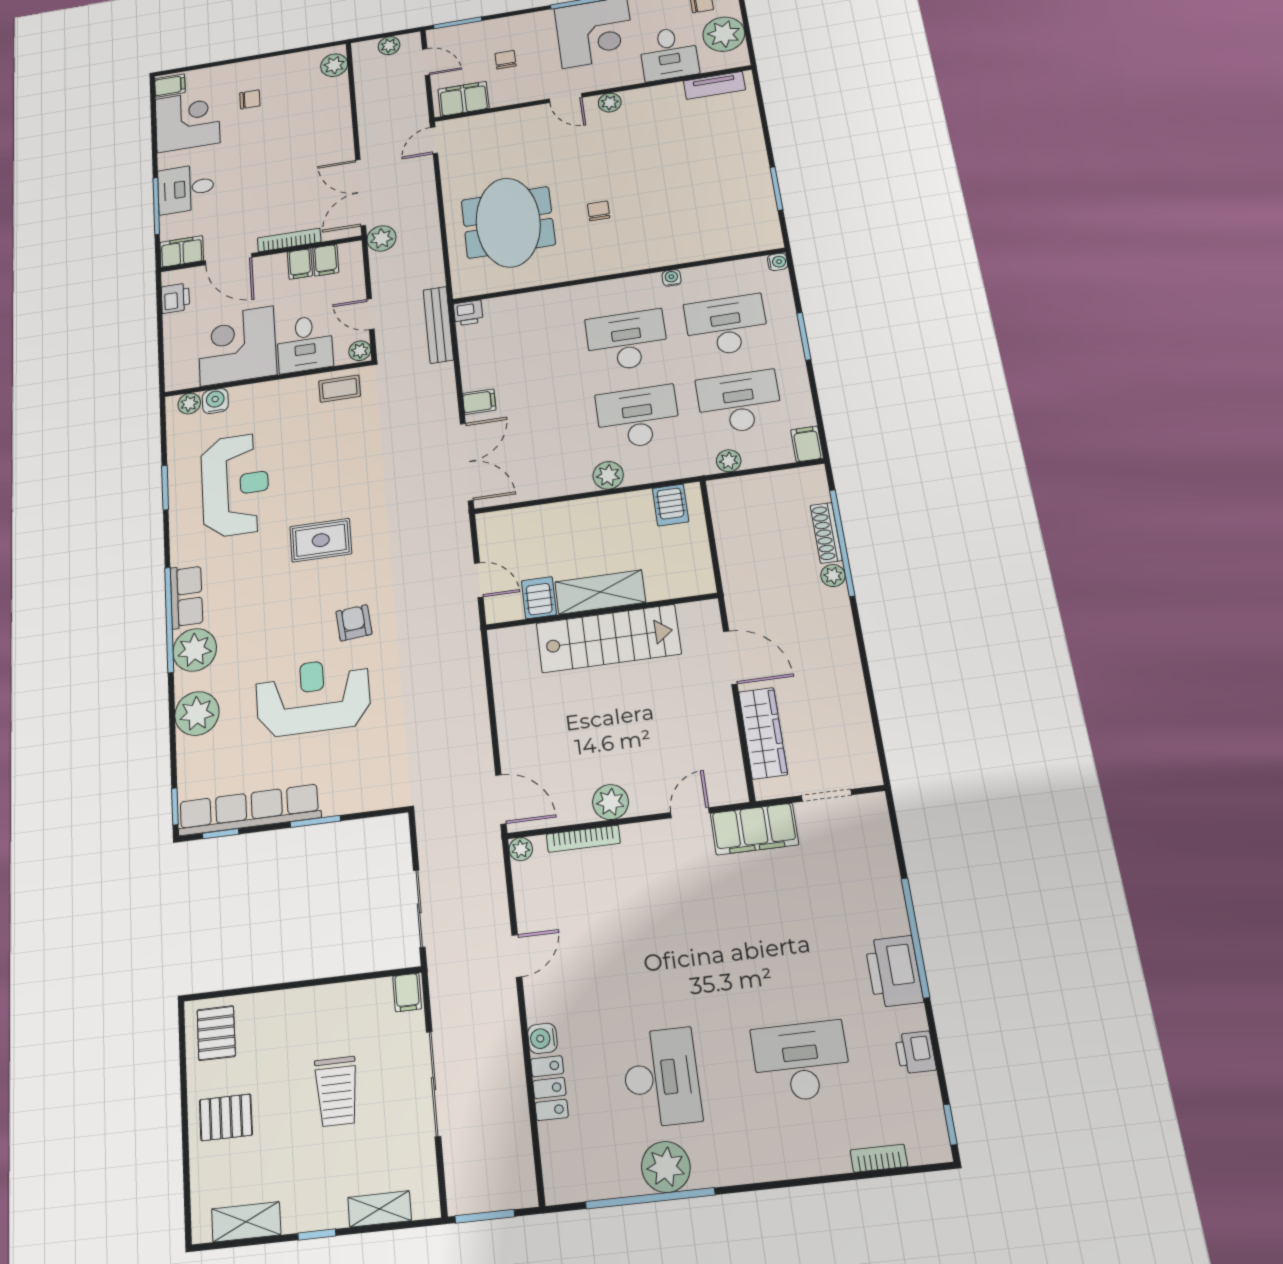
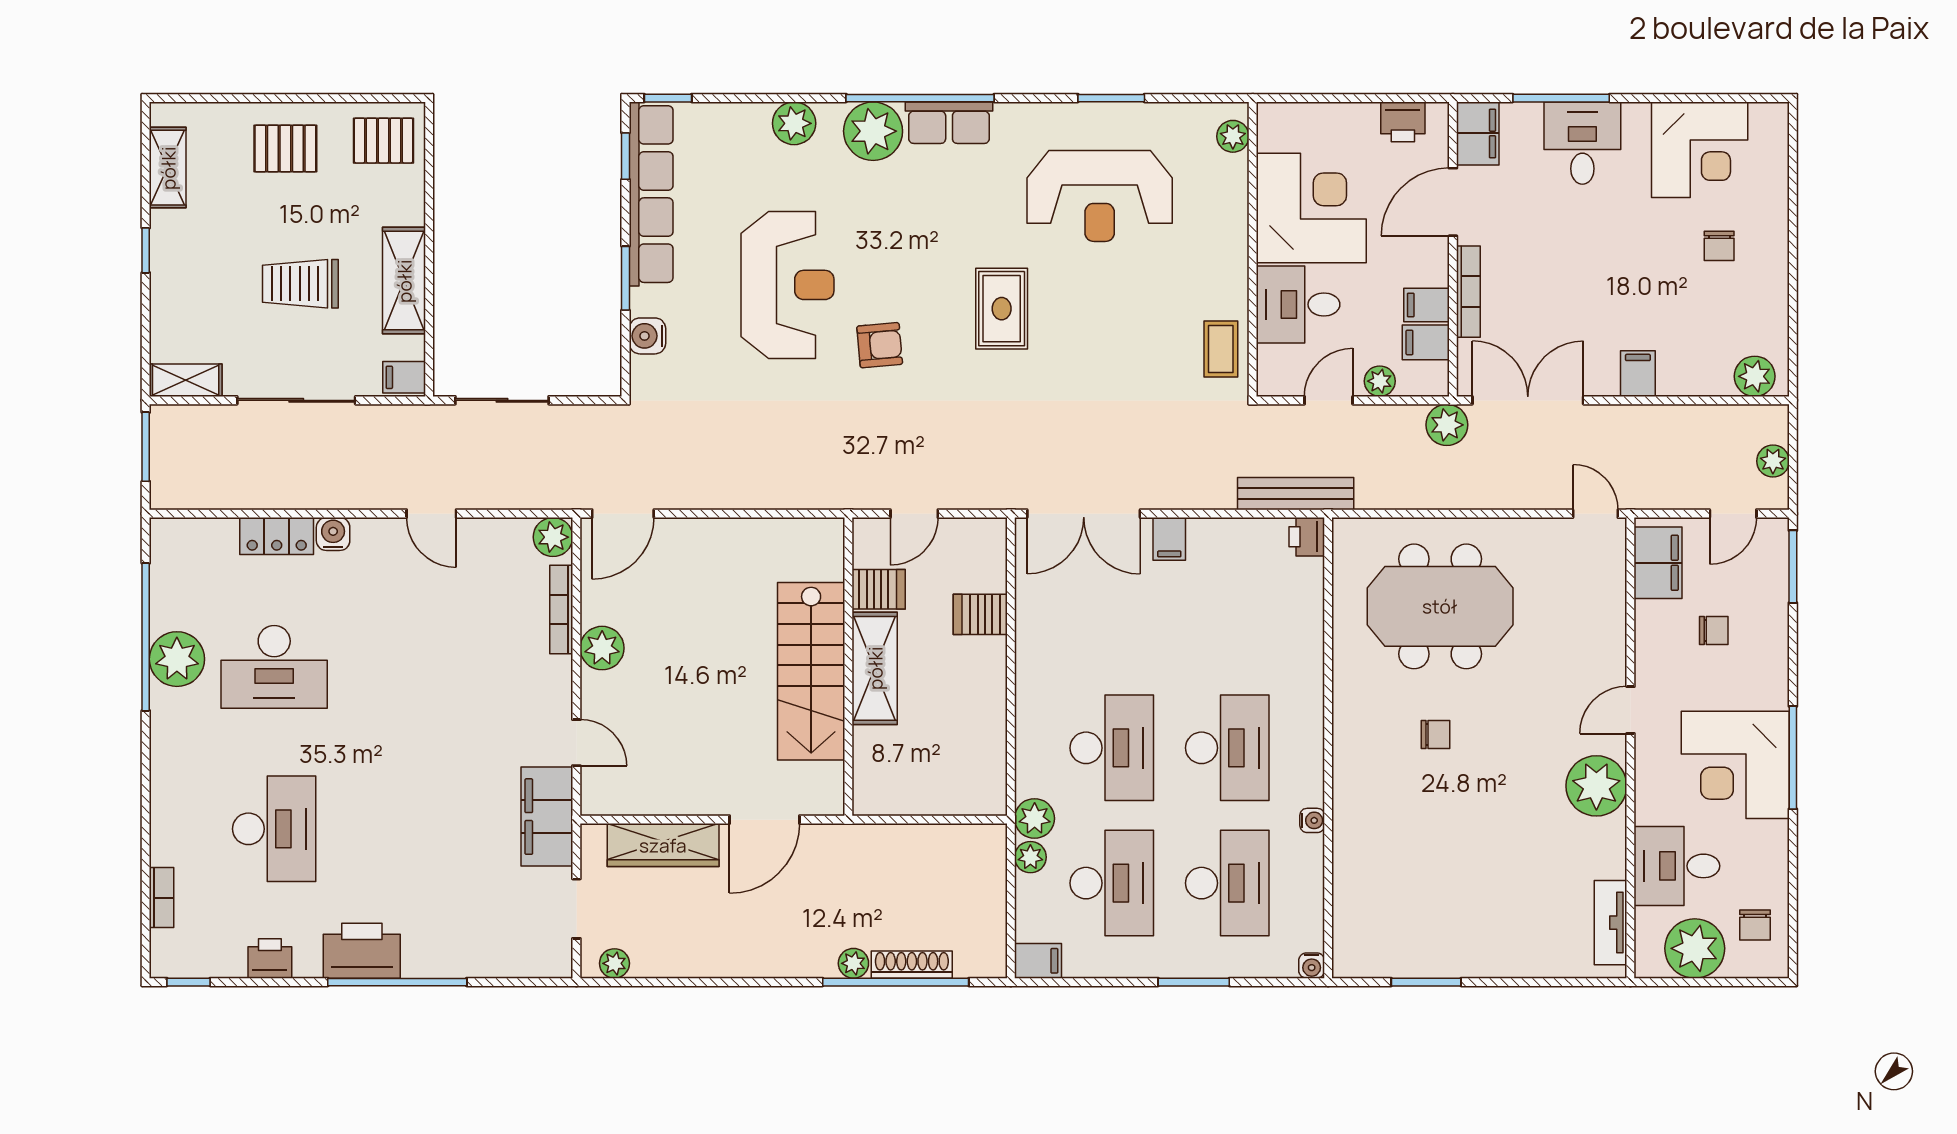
filing cabinet: (170, 86) -> (1638, 374), moved, turned 180
plant: (610, 103) -> (1596, 786), width x1.88, depth x1.88
plant: (360, 351) -> (1380, 381), moved
water cooler: (215, 401) -> (647, 336), moved, turned 180
plant: (608, 475) -> (1035, 818), moved
server rack: (671, 505) -> (980, 614), moved
plant: (197, 713) -> (794, 123), width x0.73, depth x0.73
plant: (866, 759) -> (614, 963), added
plant: (521, 849) -> (553, 537), width x1.38, depth x1.38
shelving: (328, 1002) -> (404, 281), added
pallet: (226, 1117) -> (285, 148), turned 90
shelving: (380, 1209) -> (186, 380), moved, turned 90

